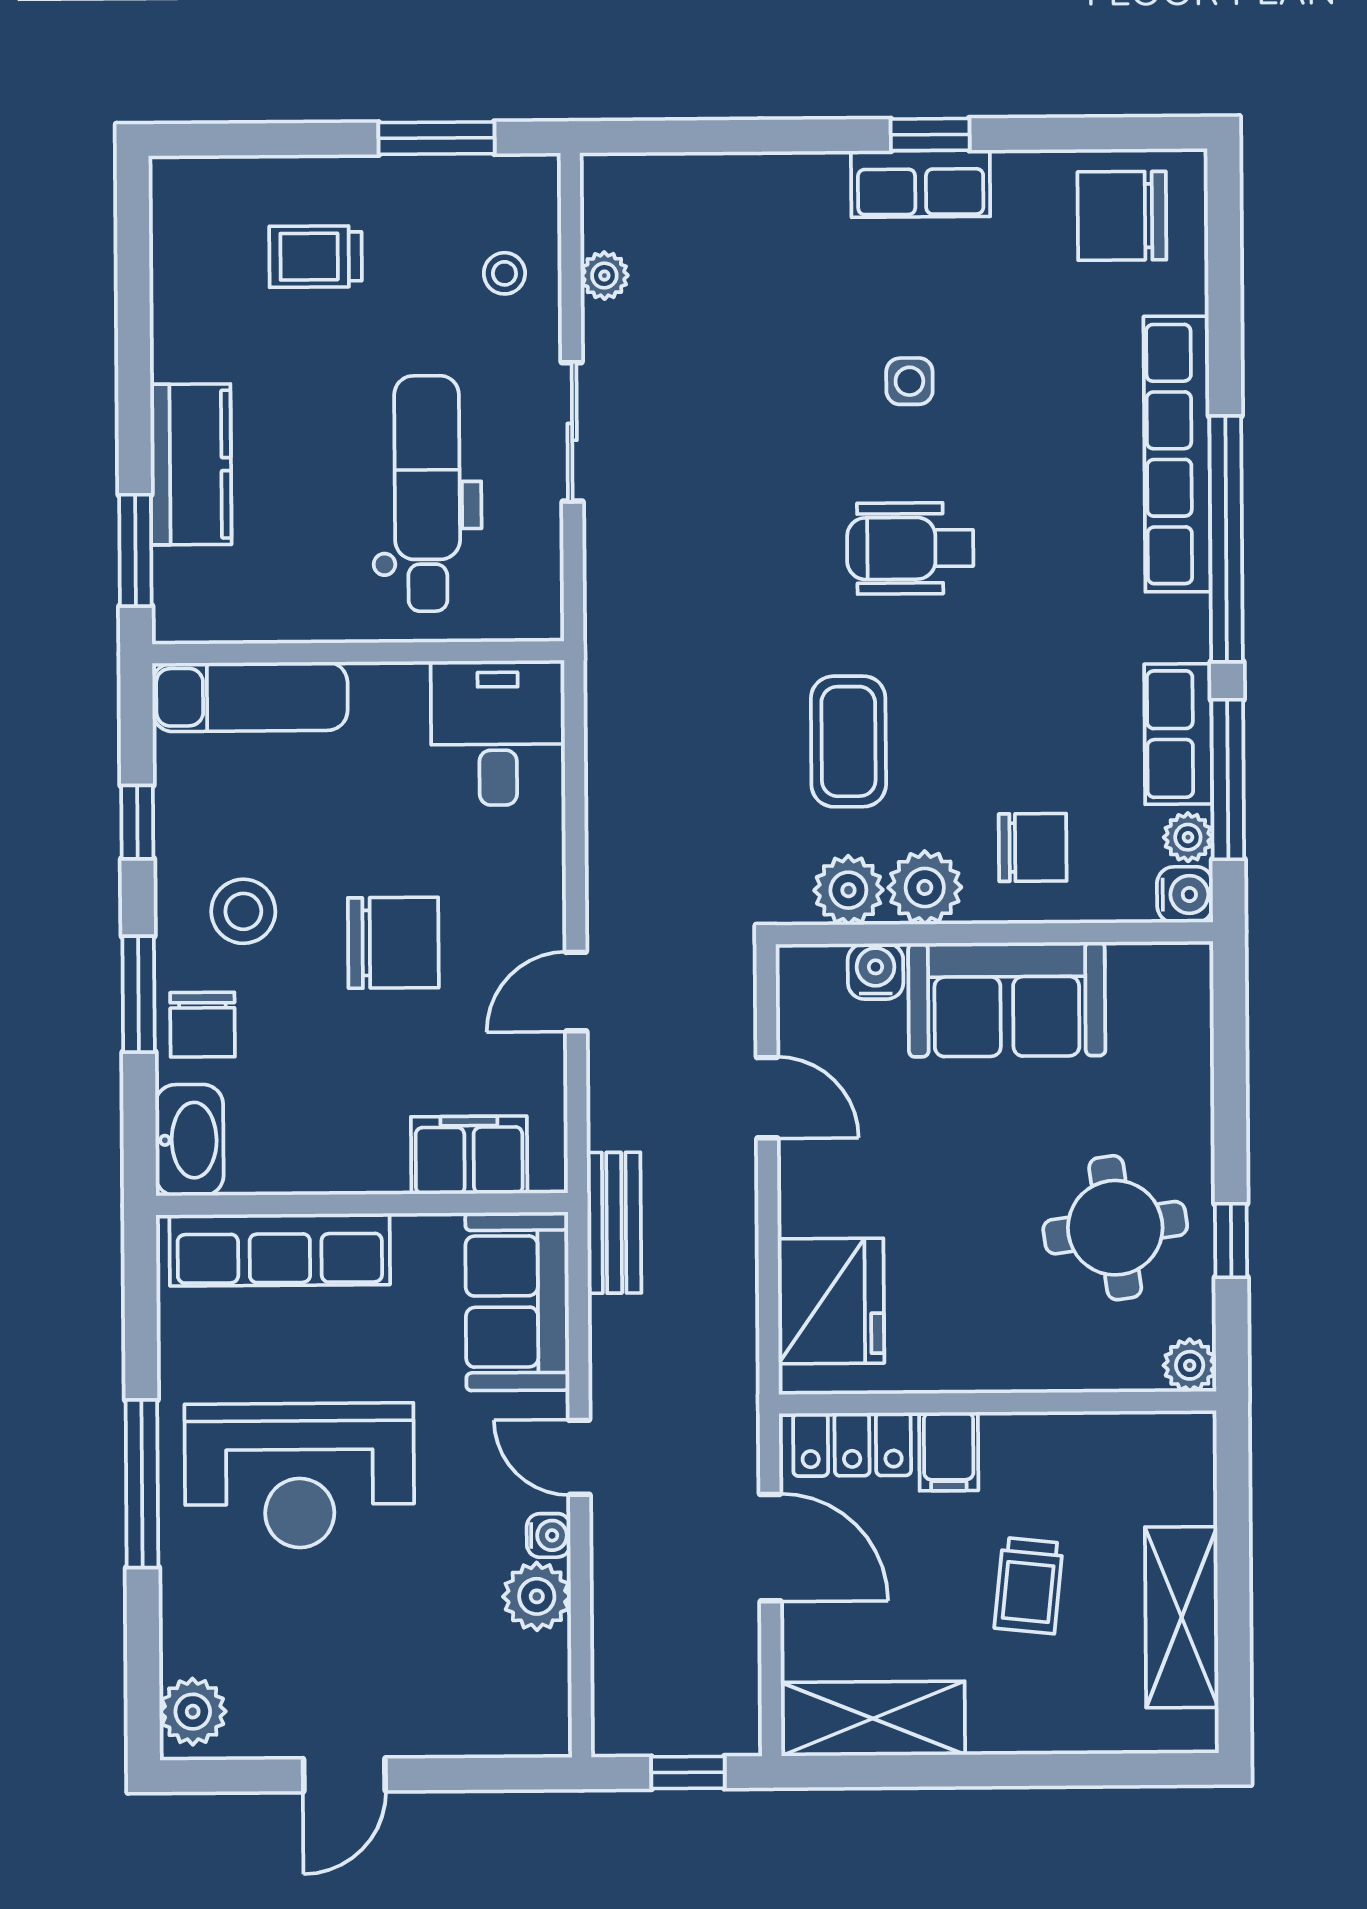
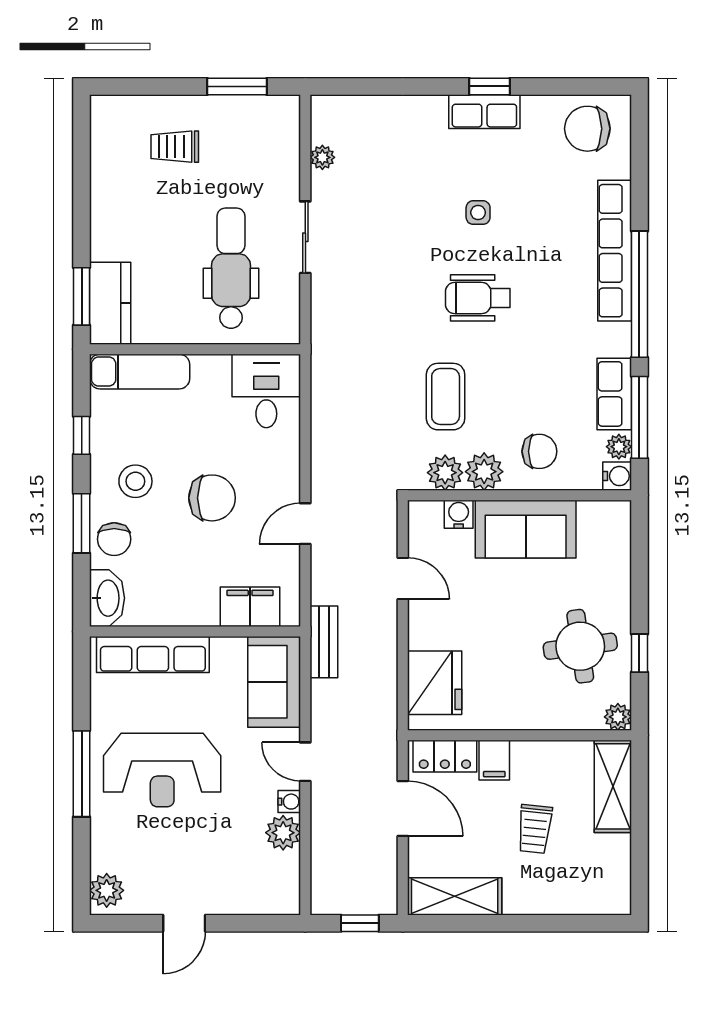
stool: (504, 273) -> (271, 156), removed
kitchen counter: (191, 464) -> (110, 303), moved
shelving: (1182, 1617) -> (613, 786), moved

